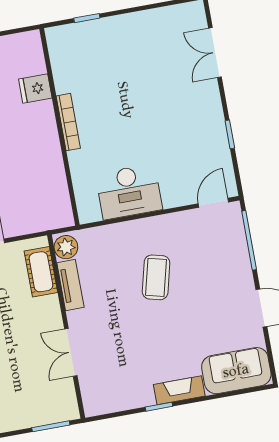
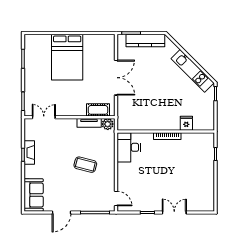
double door: (215, 53) -> (174, 212), moved
desk: (129, 192) -> (129, 147), moved
double door: (71, 352) -> (44, 117), moved
fireplace: (179, 390) -> (29, 153), moved

